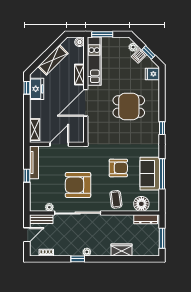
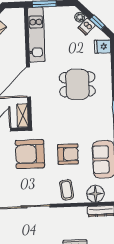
boiler: (79, 42) -> (19, 14), removed
shelving: (79, 75) -> (23, 116), moved
armchair: (78, 185) -> (30, 154), moved

